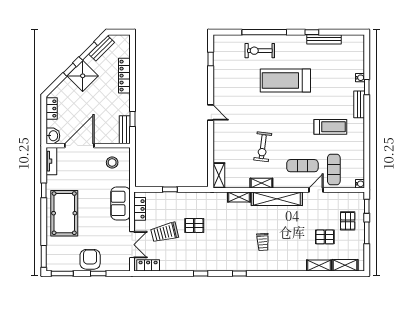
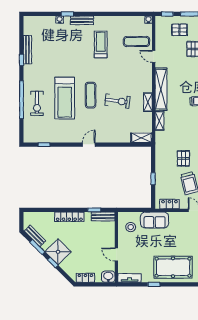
locker: (124, 76) -> (69, 217), moved
treadmill: (285, 80) -> (65, 98), moved
door: (79, 146) -> (116, 255), width x0.53
exercise mat: (302, 166) -> (91, 95), moved
sofa: (121, 203) -> (155, 220), moved

